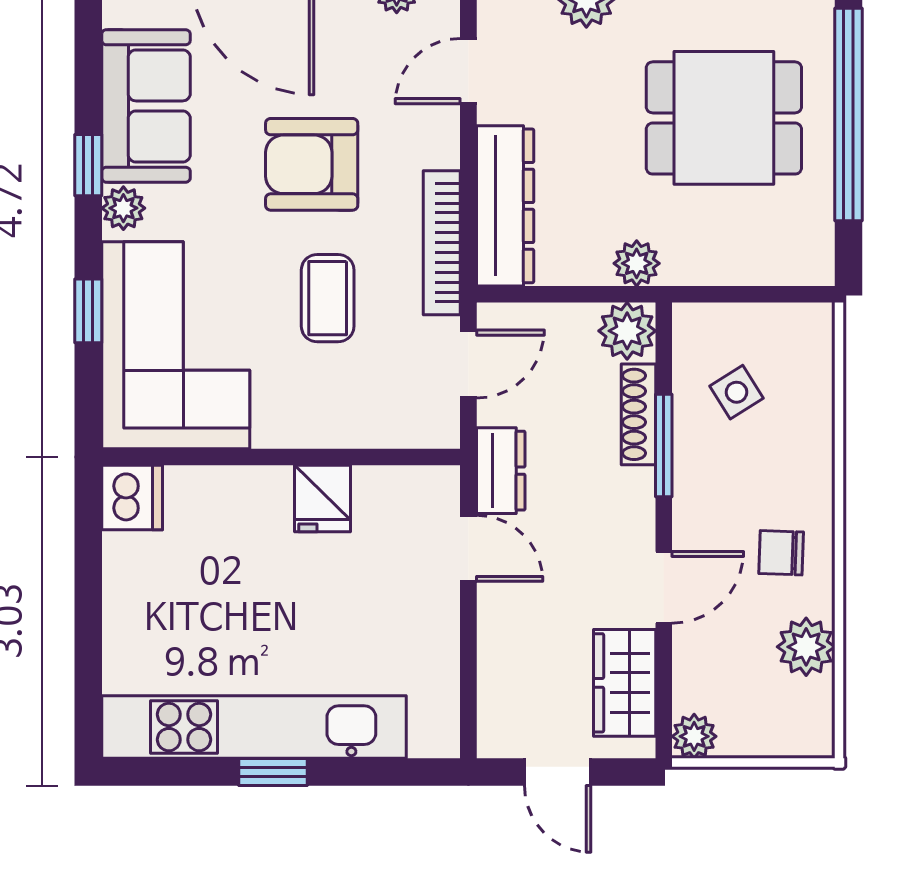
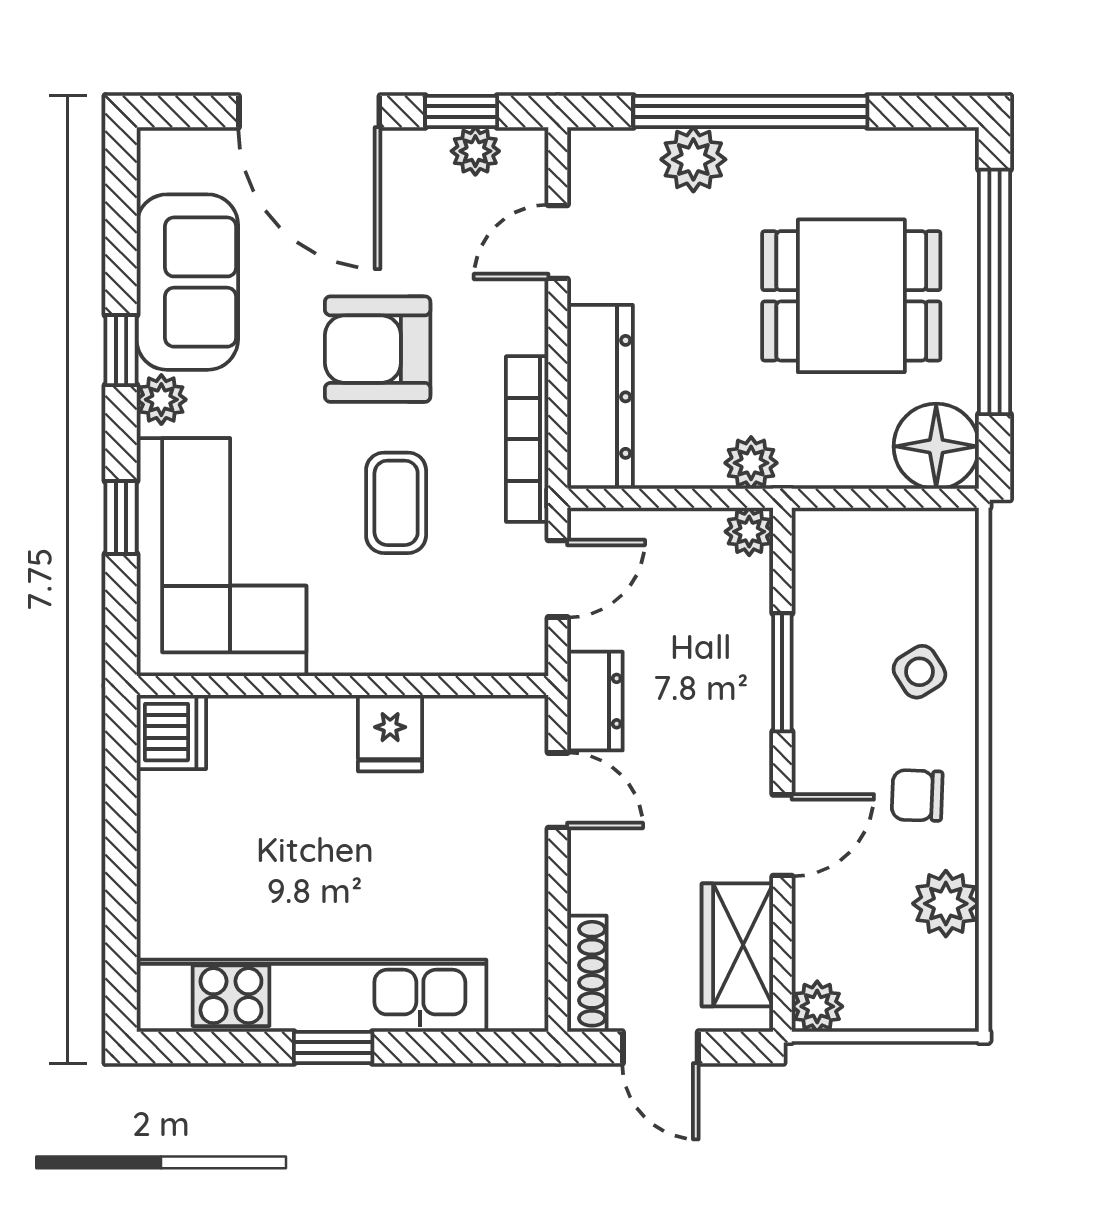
floor lamp: (798, 249) -> (936, 446), added
plant: (627, 331) -> (749, 532), width x0.73, depth x0.73
side table: (737, 392) -> (919, 672), moved
shoe rack: (639, 414) -> (587, 974), moved, turned 180

